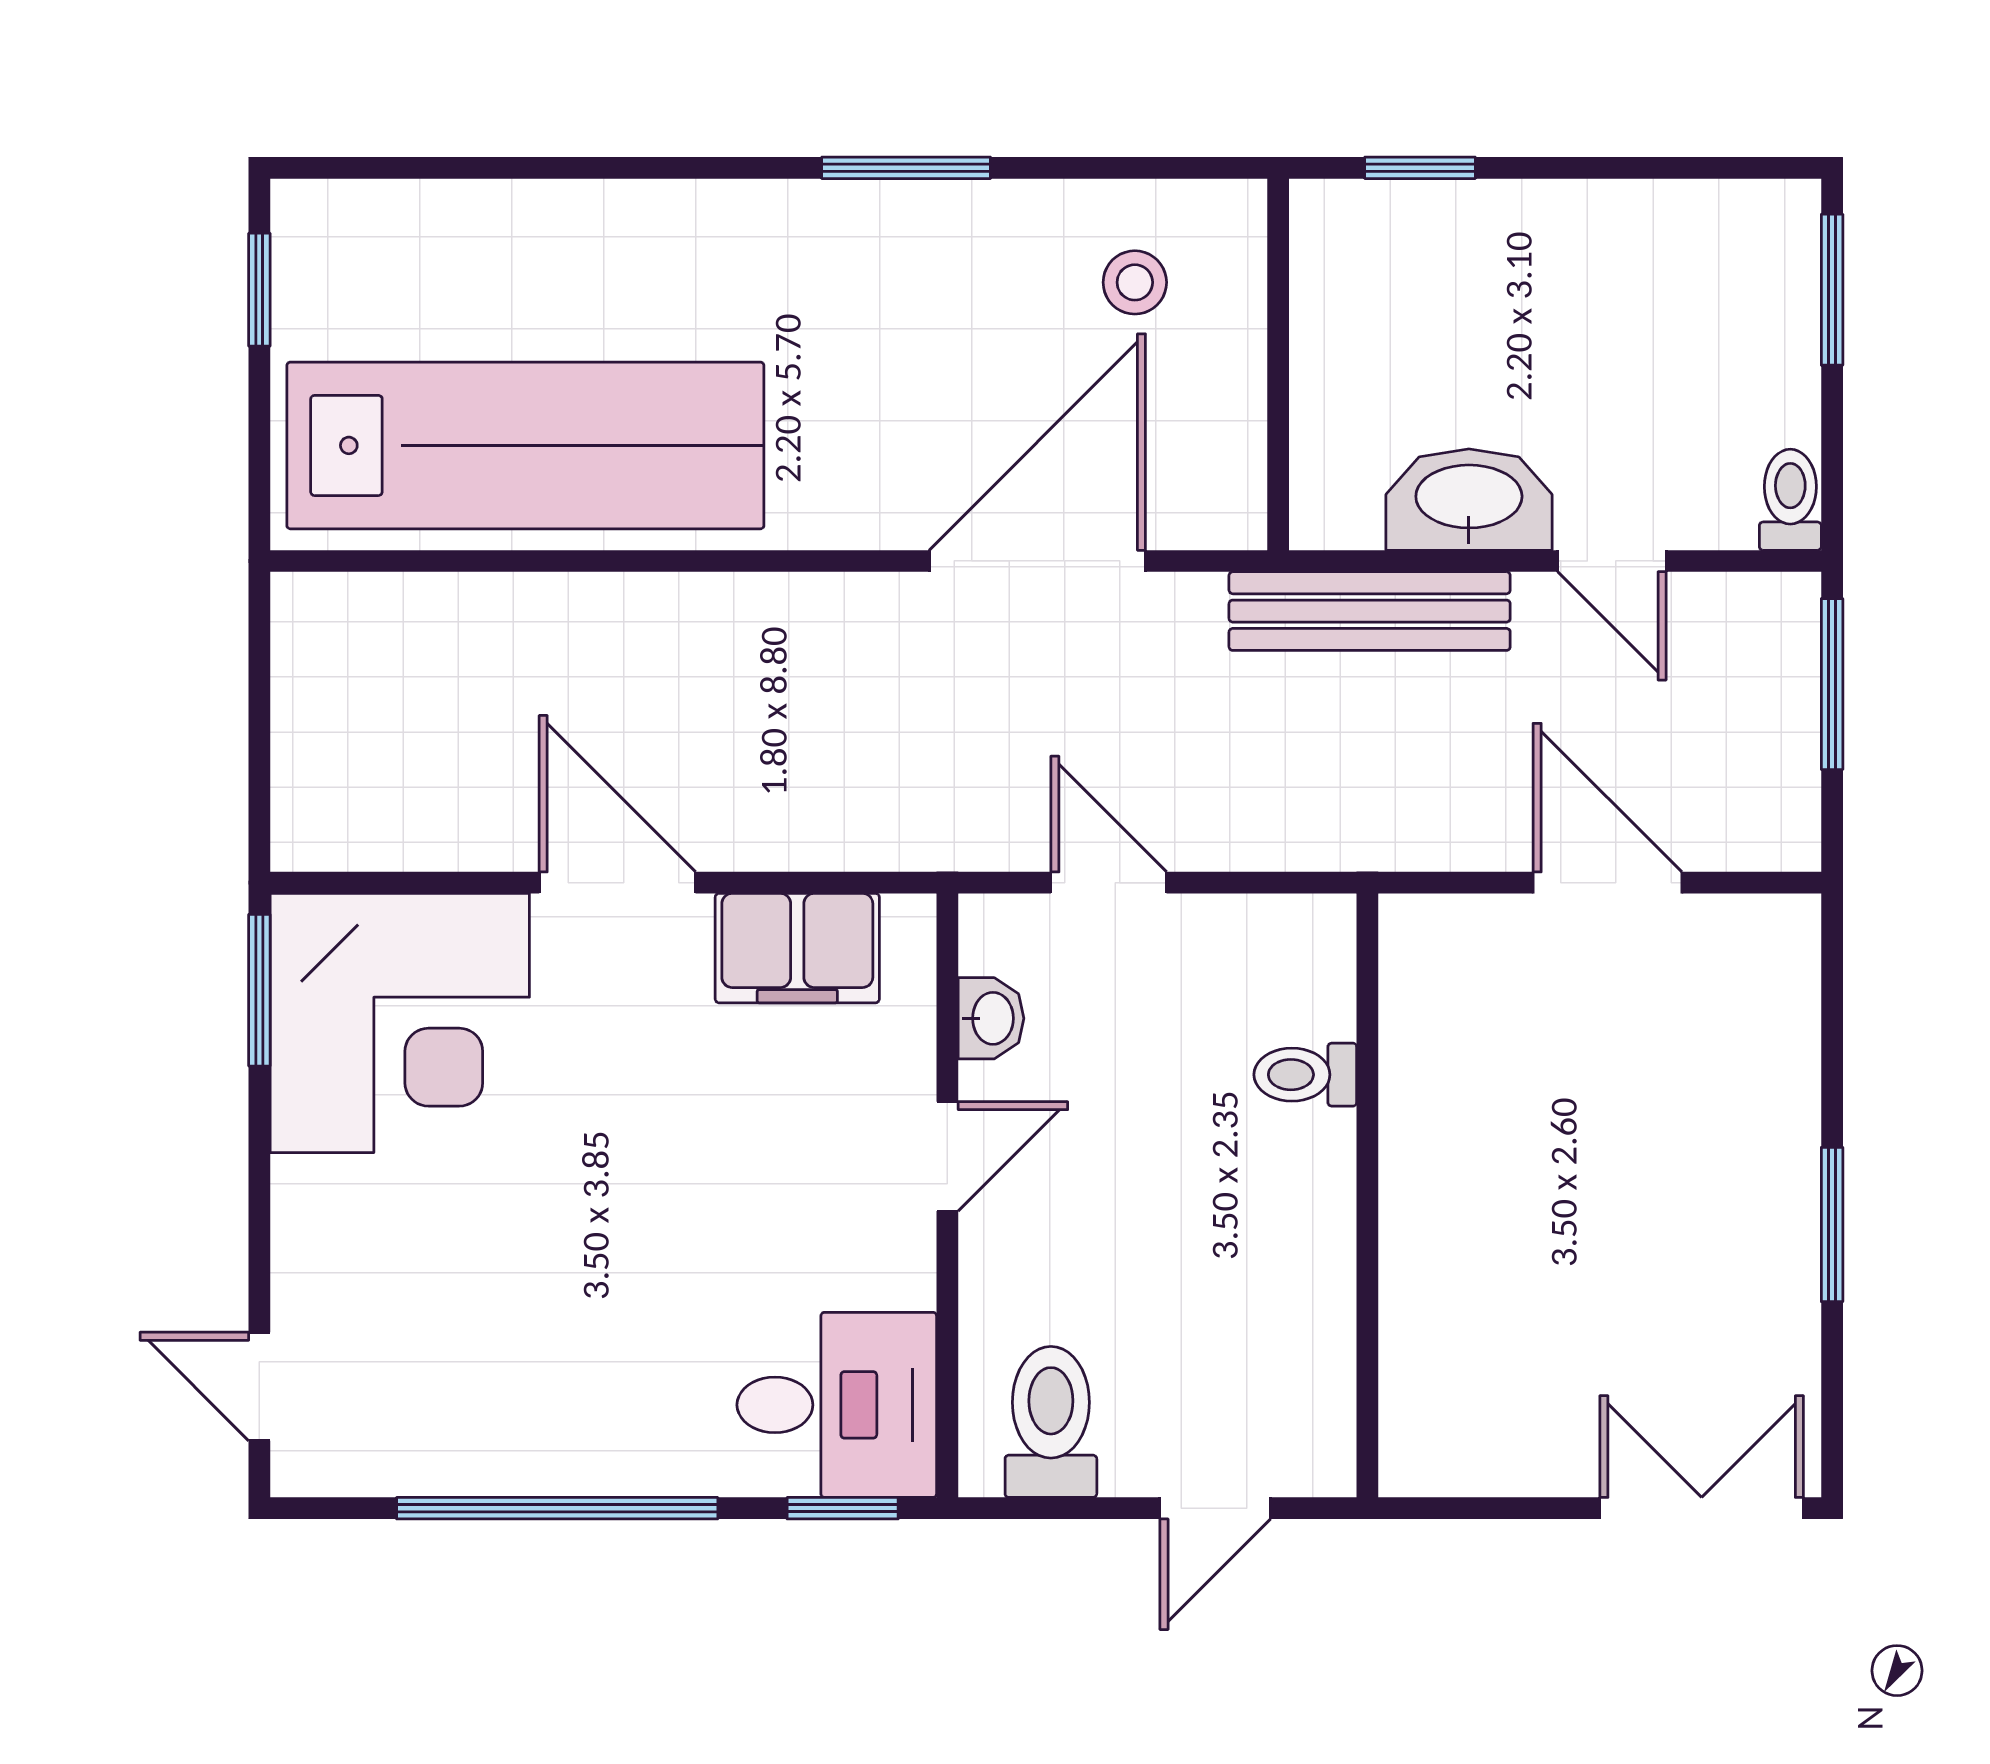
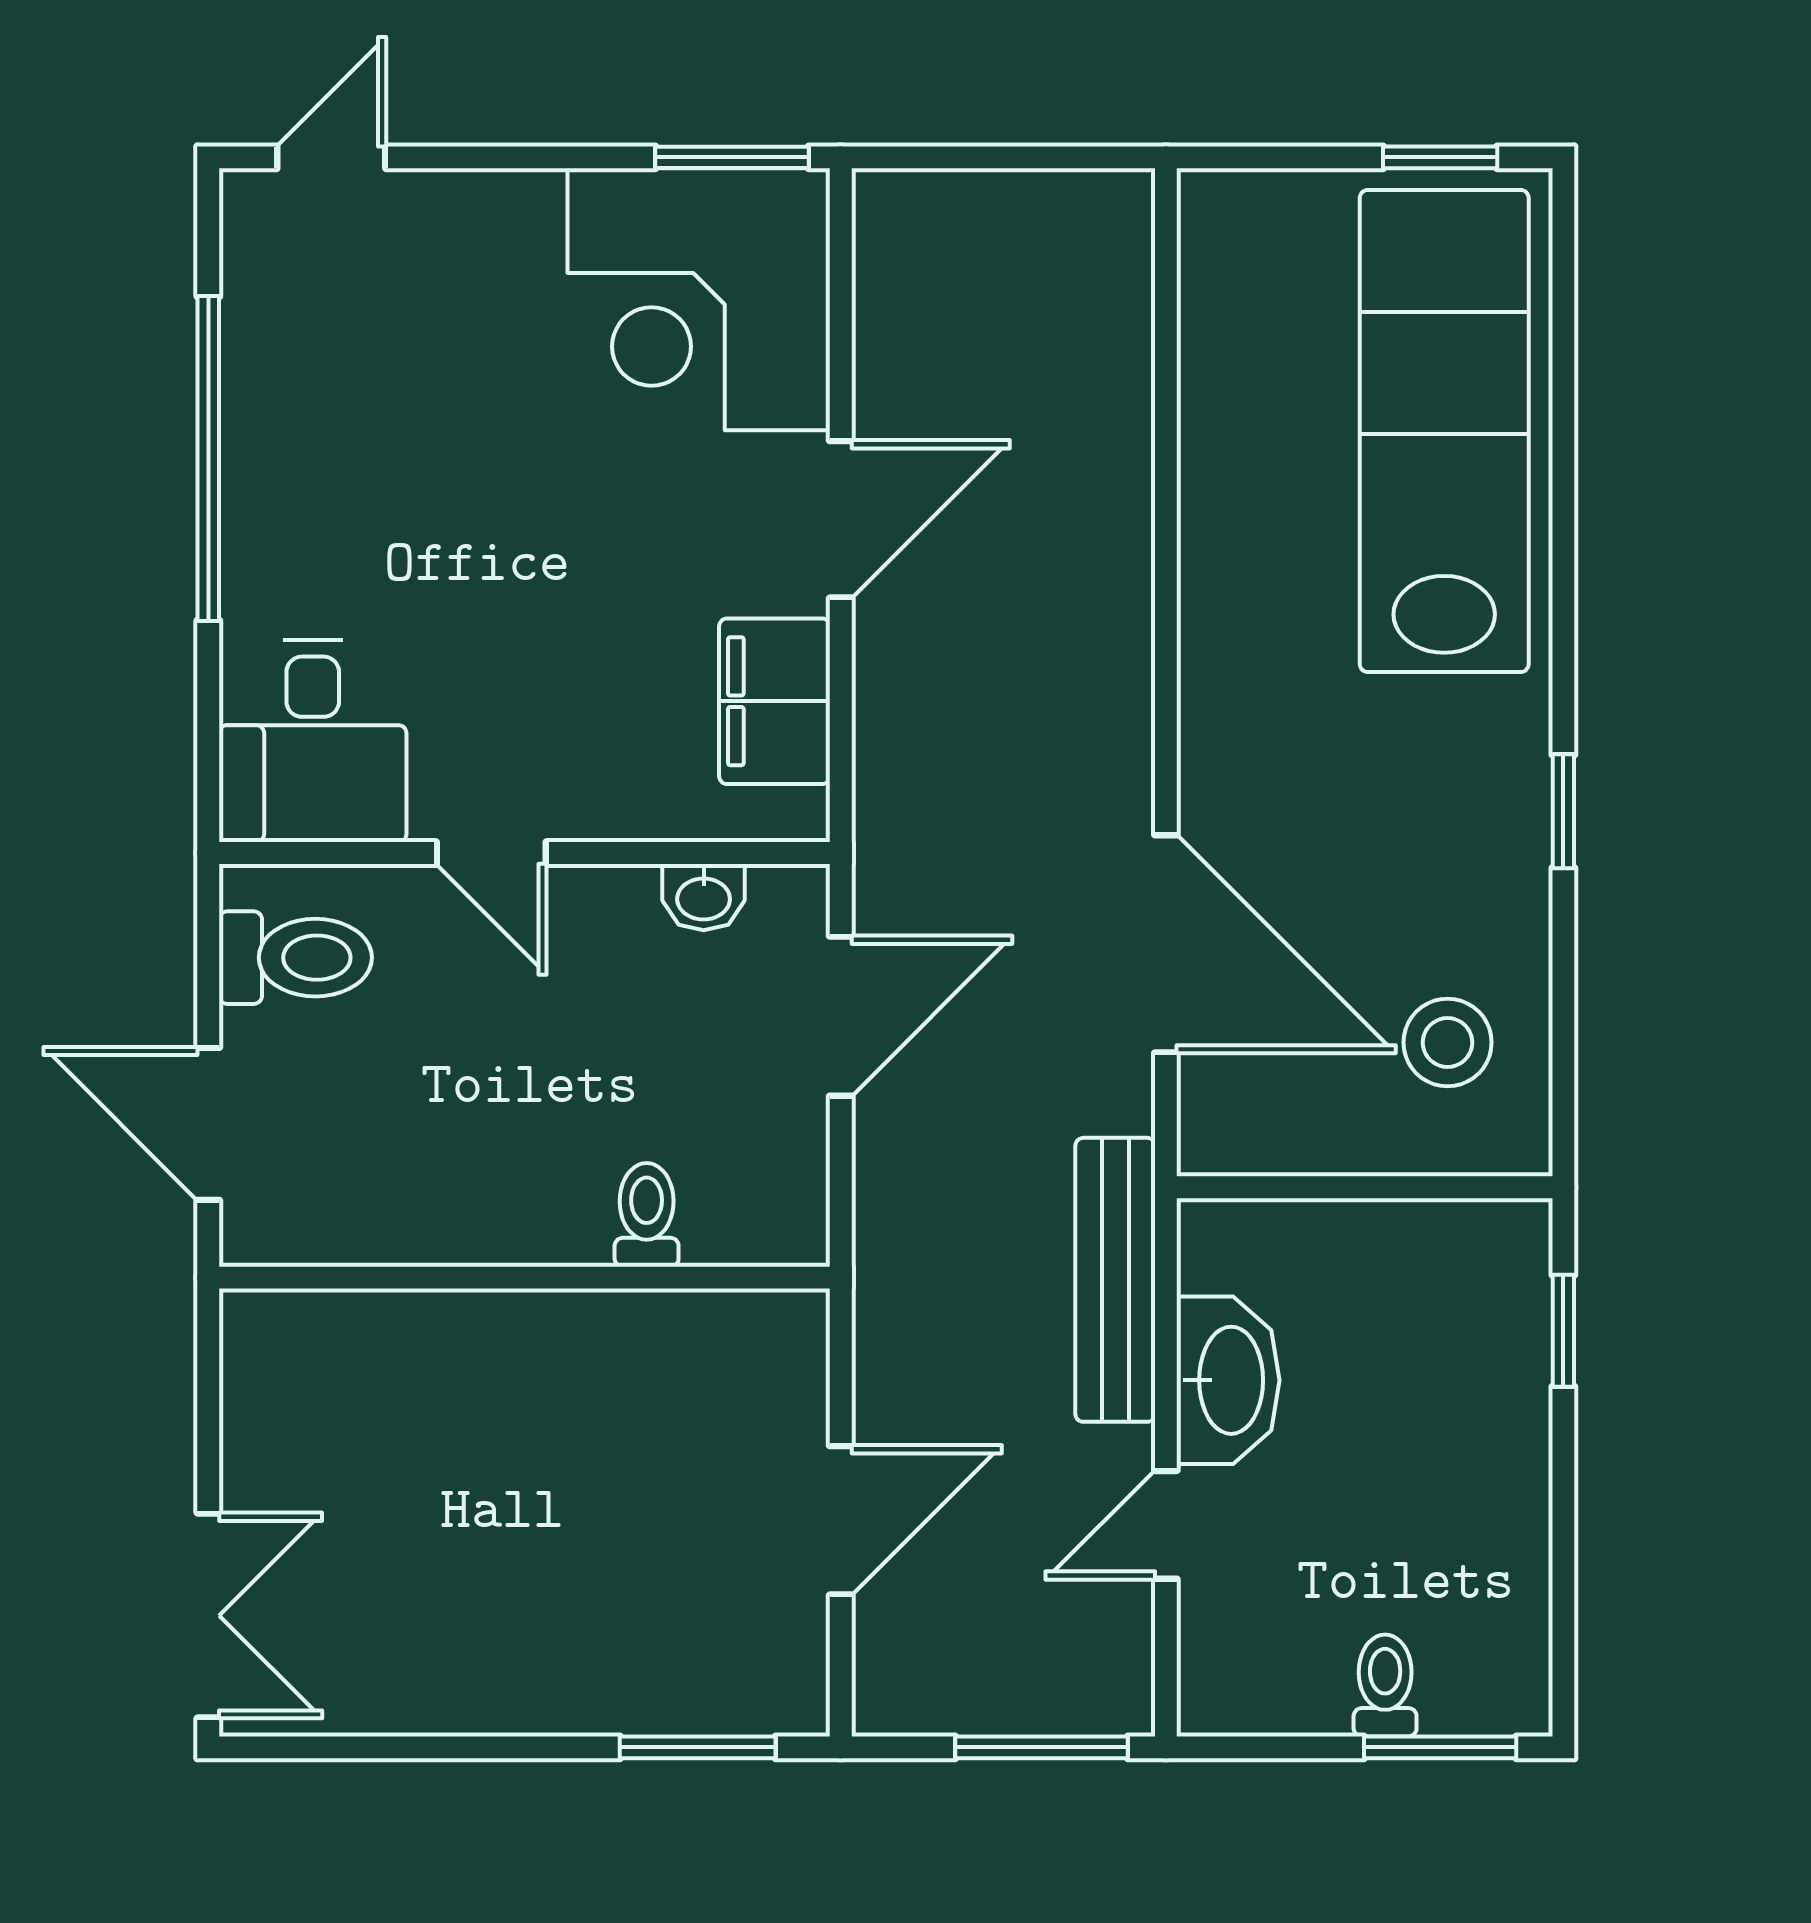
window: (906, 168) -> (1563, 811), width x0.67
stool: (1135, 282) -> (1448, 1042), width x1.37, depth x1.37
lab bench: (525, 445) -> (1444, 431), moved, turned 180
toilet: (1790, 500) -> (1385, 1685), moved, turned -90
door: (1109, 883) -> (841, 1016), width x1.38
door: (947, 1156) -> (491, 853), moved
window: (1832, 1224) -> (698, 1747), moved
window: (843, 1508) -> (208, 747), removed
door: (1215, 1508) -> (208, 1124), width x1.38

